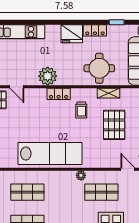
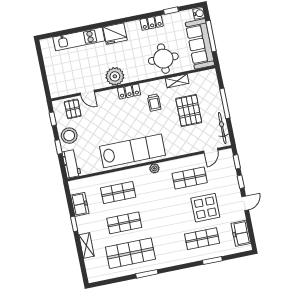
fridge: (72, 34) -> (115, 34), moved
door: (128, 169) -> (211, 151), swing flipped
plant: (81, 175) -> (154, 168), moved

